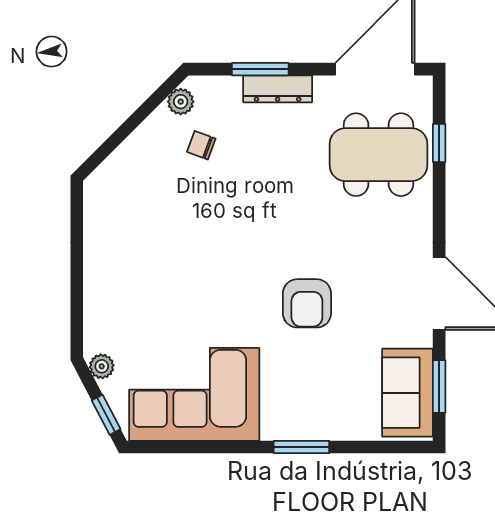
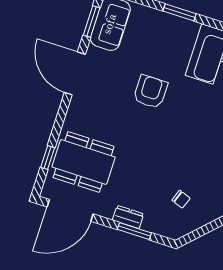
dresser: (278, 89) -> (128, 217), width x0.70
plant: (181, 102) -> (185, 227), removed

